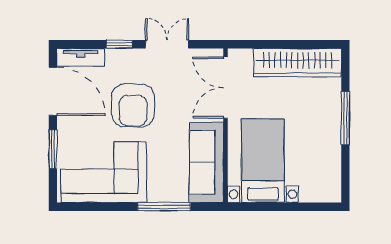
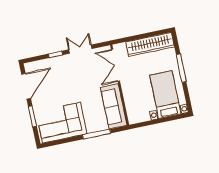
tv unit: (81, 57) -> (37, 65), removed
door: (53, 91) -> (26, 86), hinge flipped
armchair: (133, 105) -> (69, 85), removed
bed with nightstands: (263, 161) -> (165, 95), moved

